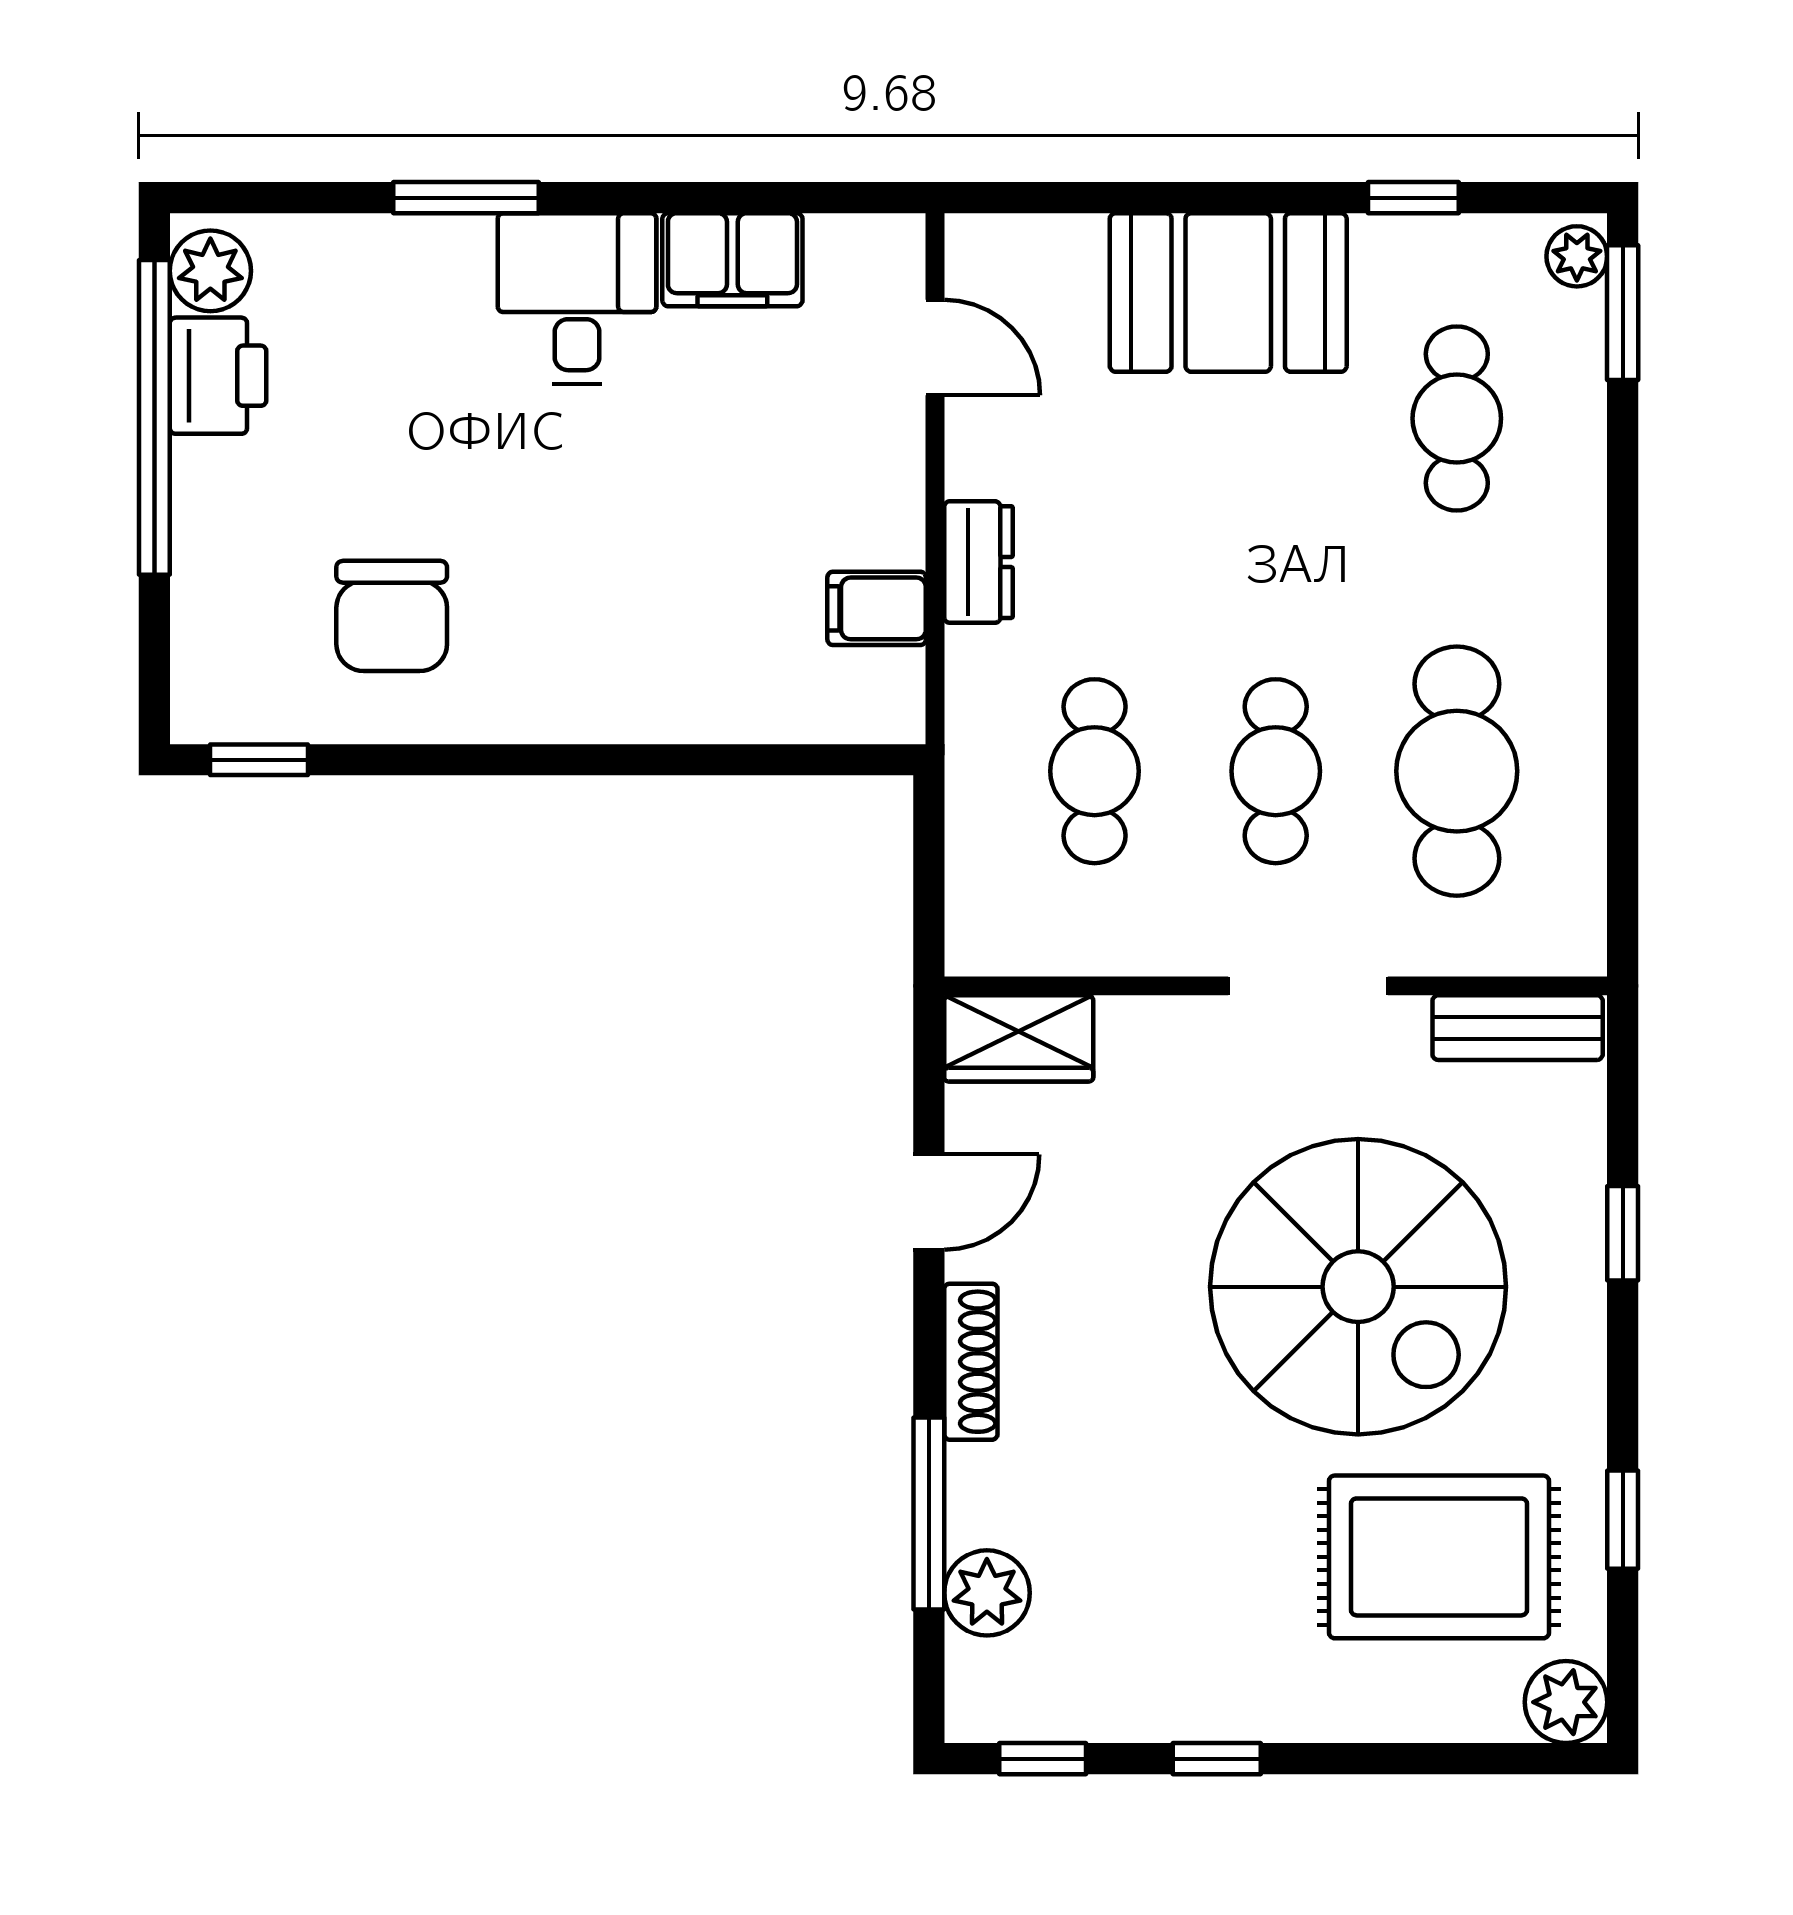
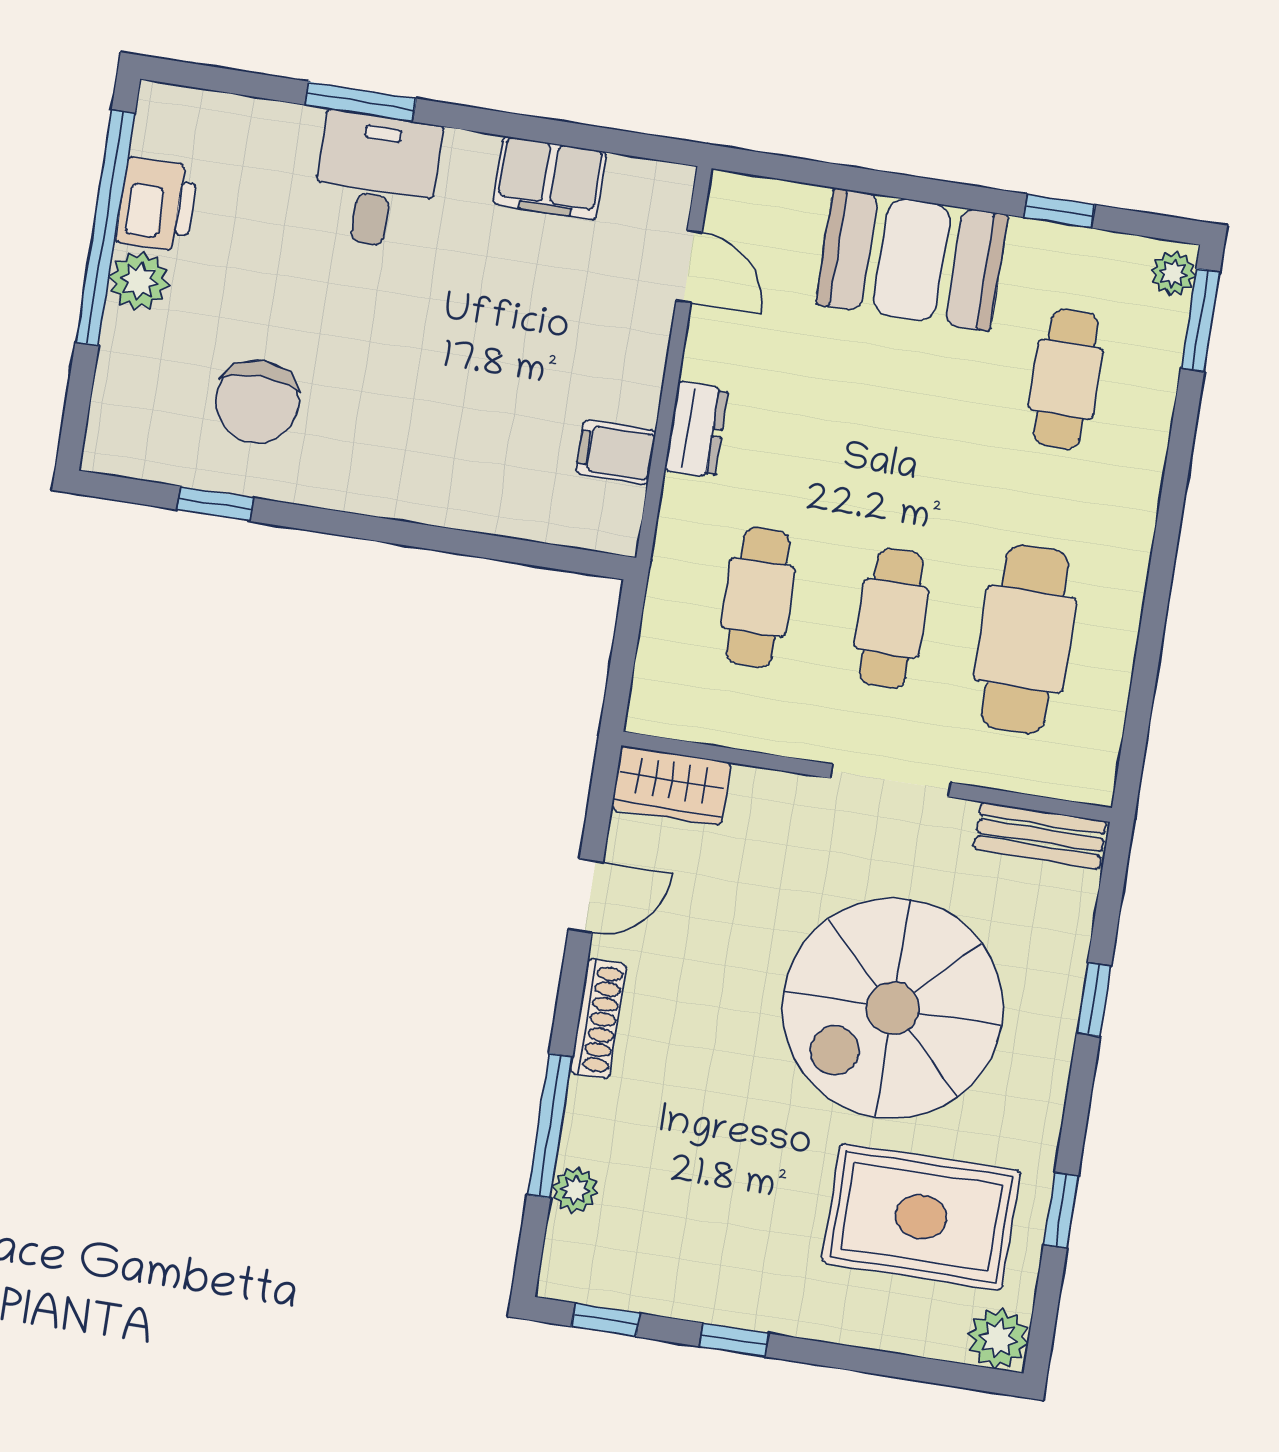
plant: (210, 271) -> (139, 281), moved
desk: (577, 299) -> (376, 180), moved
window: (259, 760) -> (215, 504), moved
spiral stairs: (1358, 1287) -> (893, 1008), turned 90
plant: (987, 1593) -> (575, 1190), width x0.73, depth x0.73

